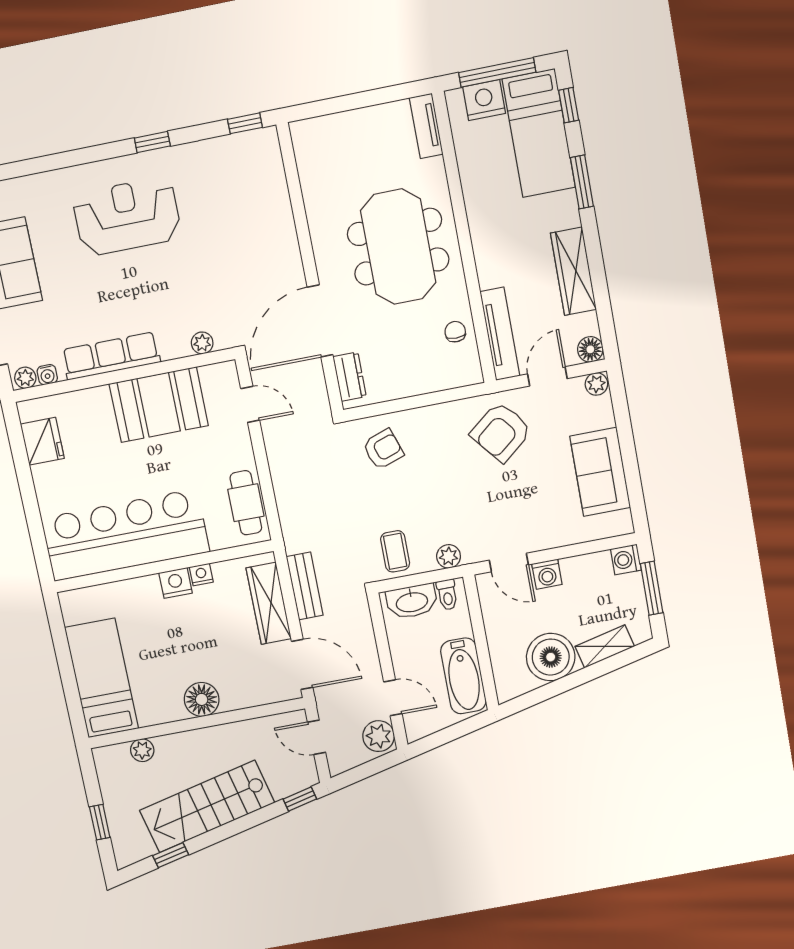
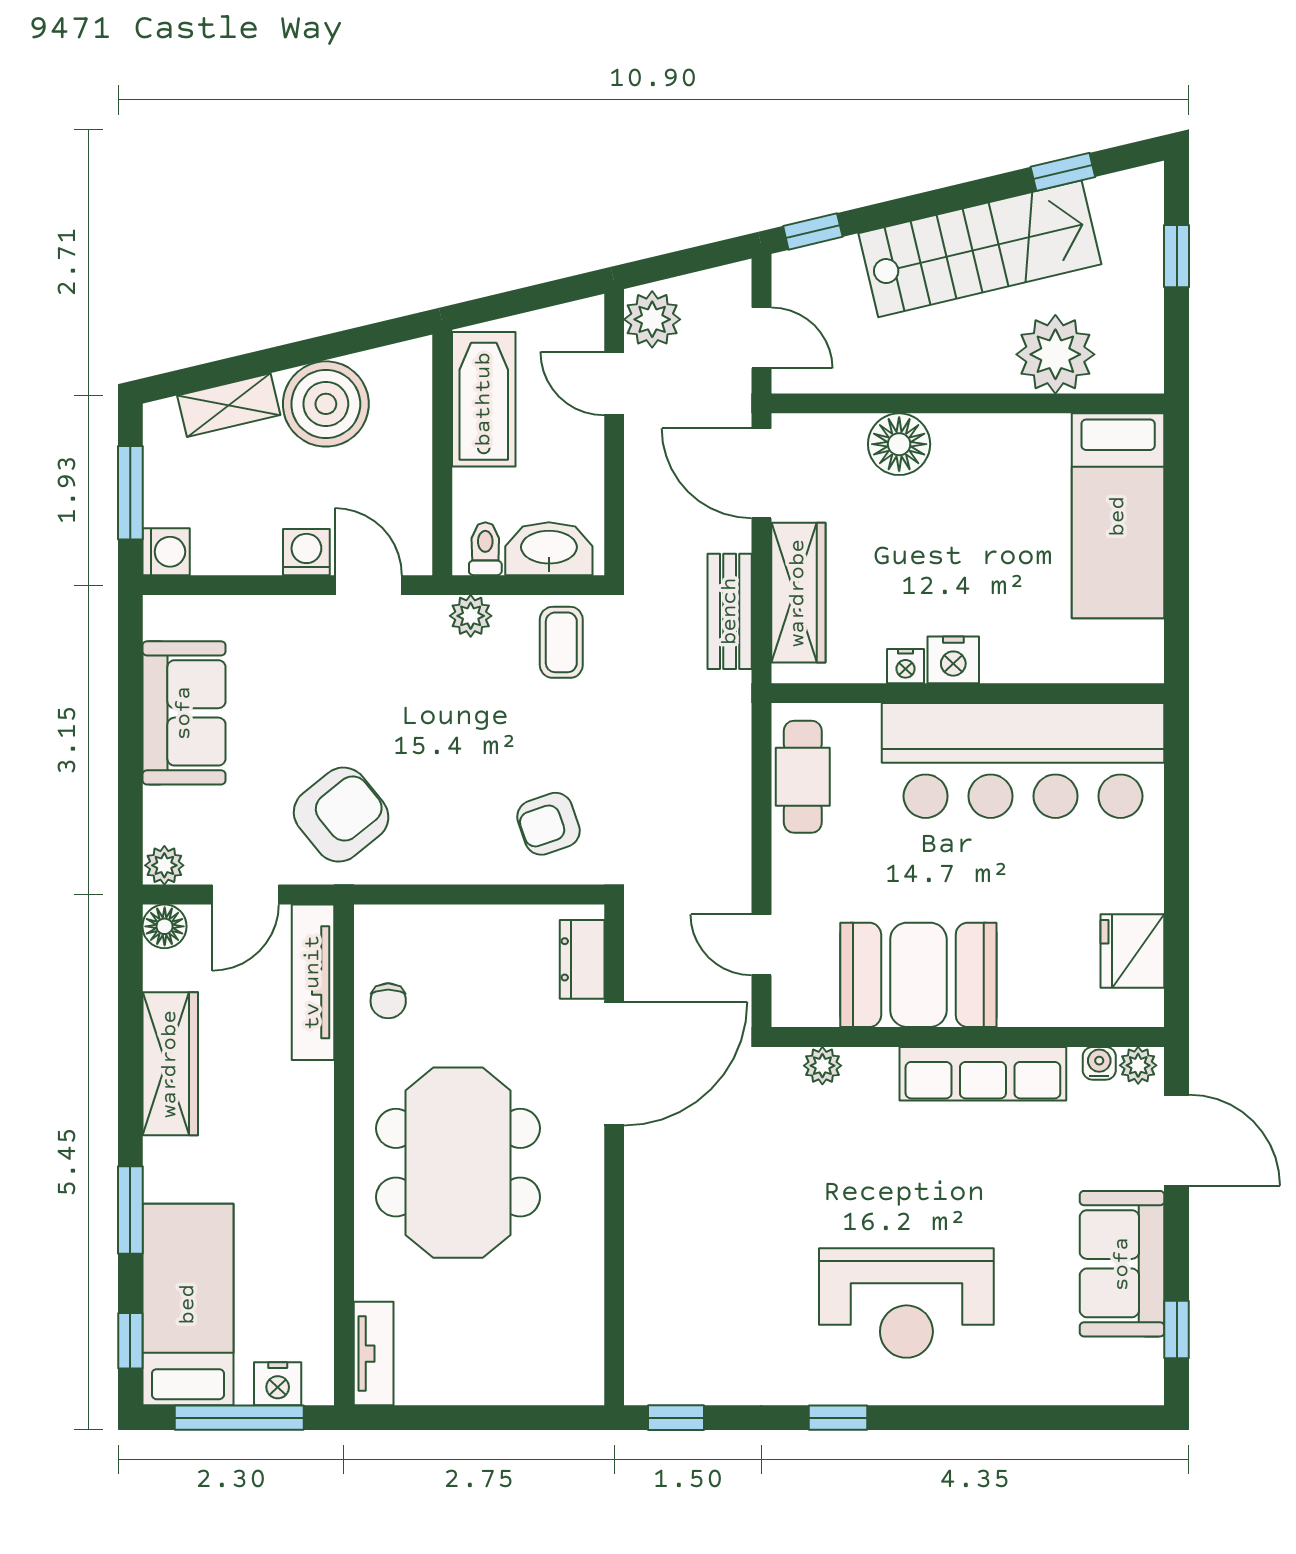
nightstand: (484, 100) -> (278, 1384), width x0.74, depth x0.75
floor lamp: (202, 699) -> (899, 444), moved
plant: (142, 750) -> (1055, 354), width x1.88, depth x1.88

